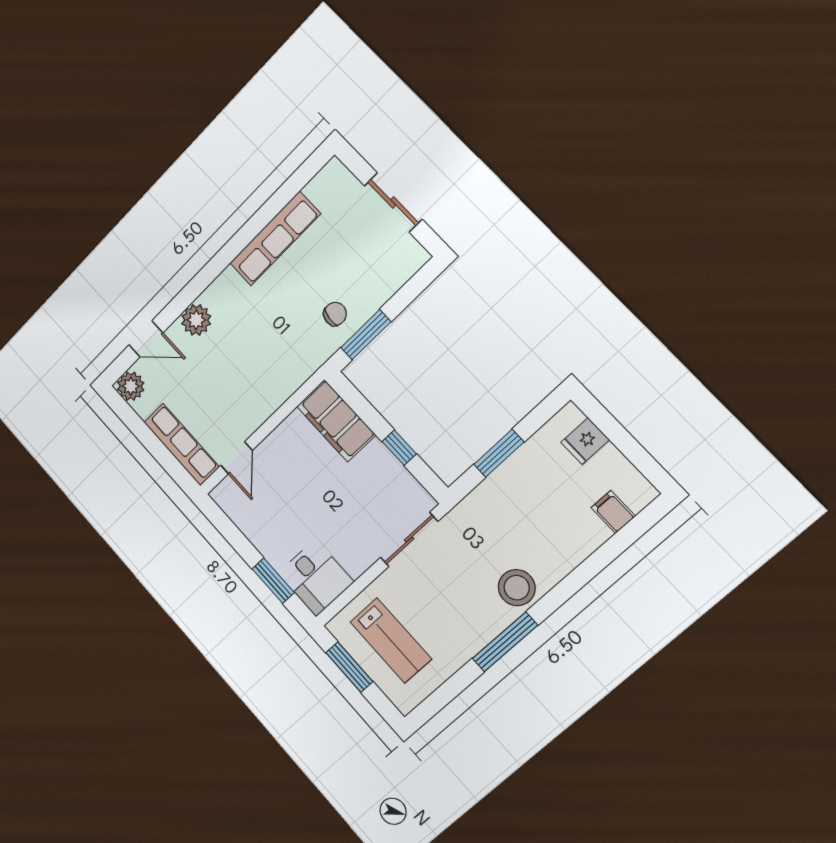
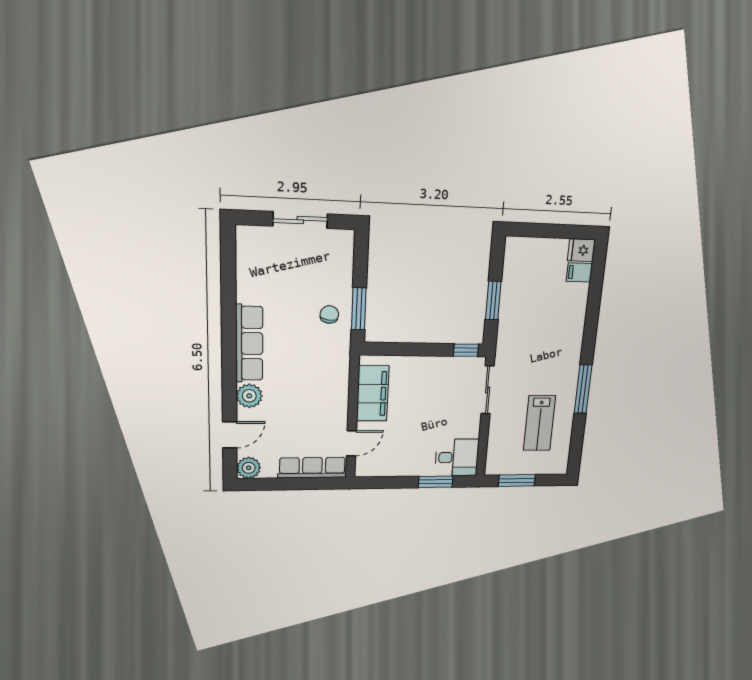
row of seats: (275, 239) -> (249, 344), moved
filing cabinet: (336, 421) -> (373, 394), moved, turned -90
fridge: (585, 441) -> (581, 250), moved, turned 90
window: (399, 448) -> (466, 350), moved
door: (237, 458) -> (351, 443), hinge flipped
stool: (517, 588) -> (565, 358), removed
lab bench: (391, 640) -> (539, 423), moved, turned 90

